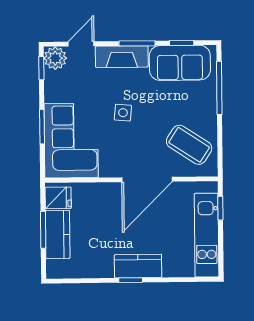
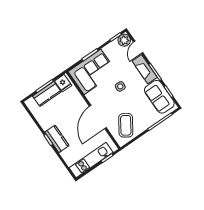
door: (81, 44) -> (138, 47), swing flipped
door: (147, 179) -> (98, 117), hinge flipped

